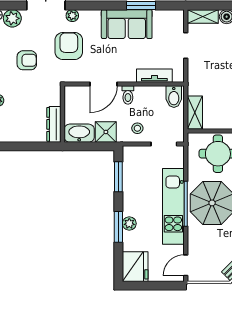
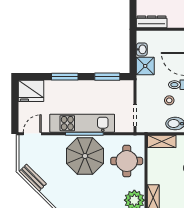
stool: (137, 128) -> (169, 100), moved
washbasin: (79, 133) -> (142, 49), width x0.52, depth x0.69
plant: (129, 223) -> (68, 86), removed
door: (186, 265) -> (32, 134), hinge flipped

